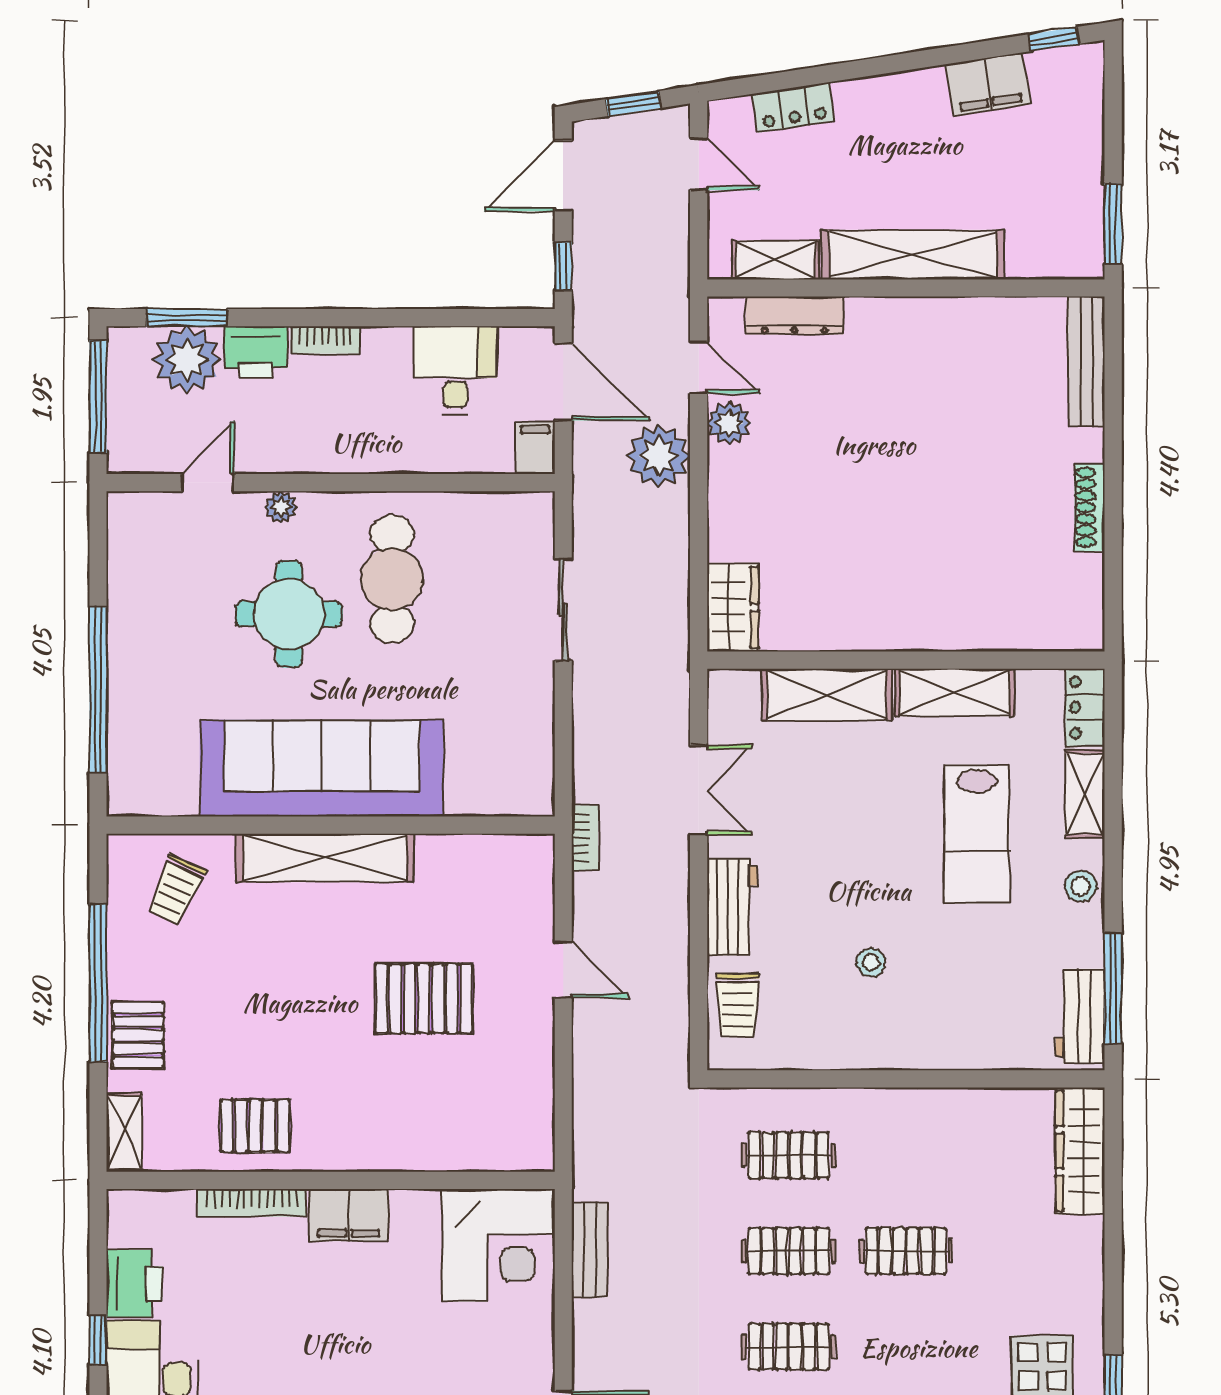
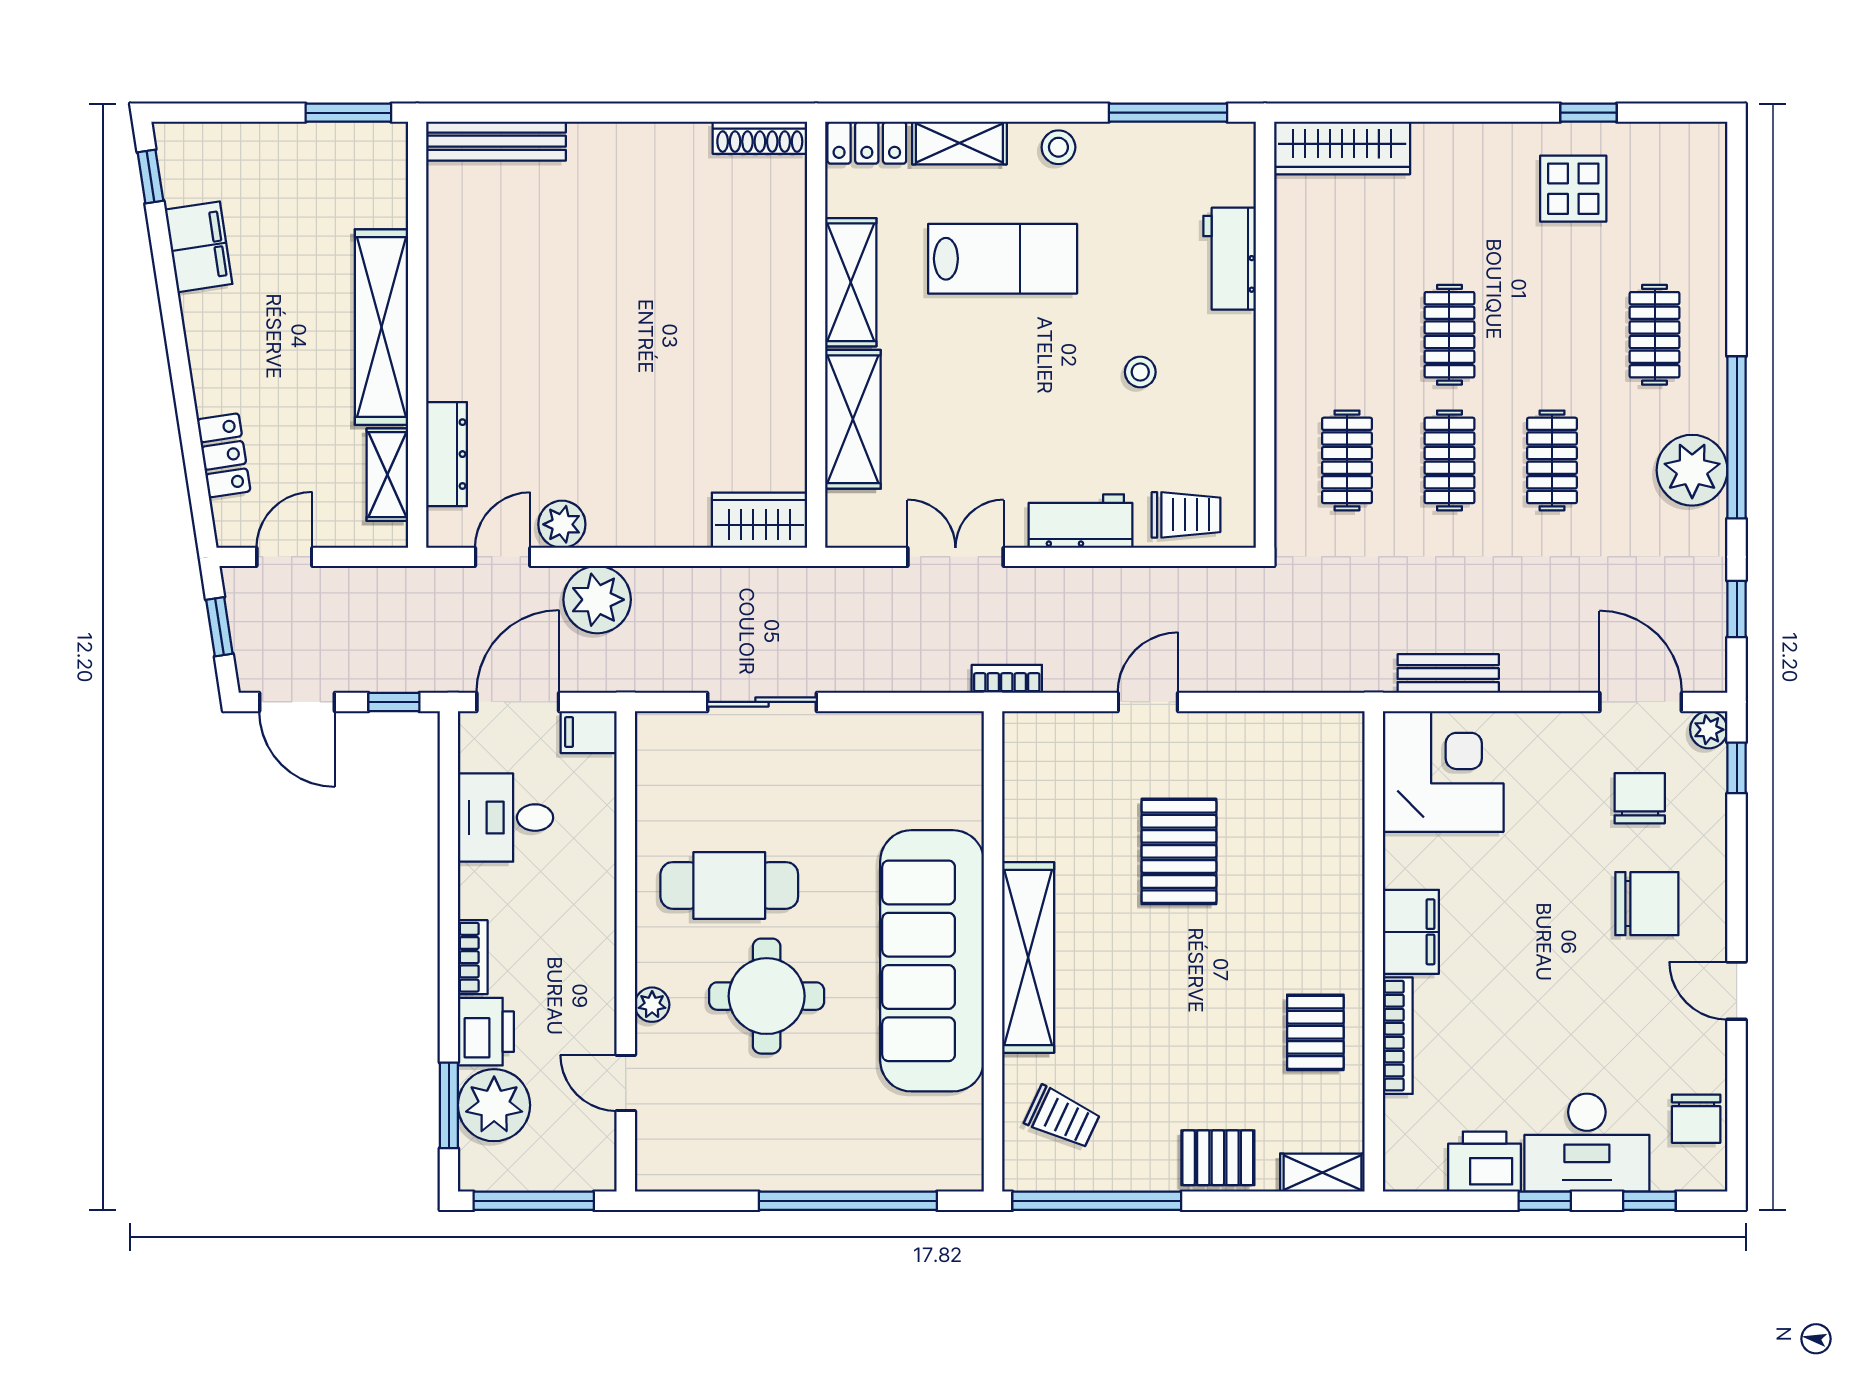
shoe rack: (1090, 507) -> (760, 138), moved
window: (98, 983) -> (1097, 1201), moved
workbench: (1080, 1016) -> (1230, 259), moved, turned 90

